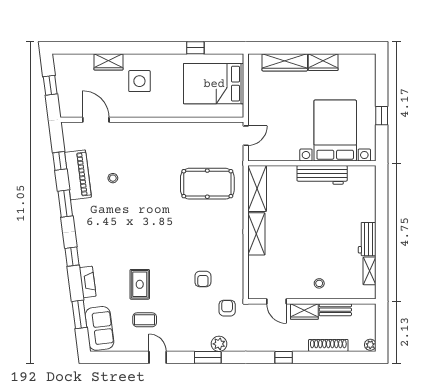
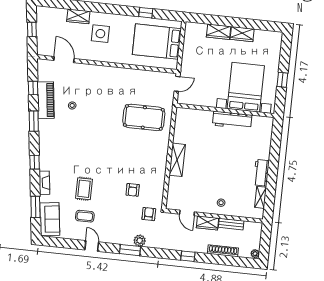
wardrobe: (285, 62) -> (219, 32), width x0.67
shelving: (257, 189) -> (181, 125), removed

